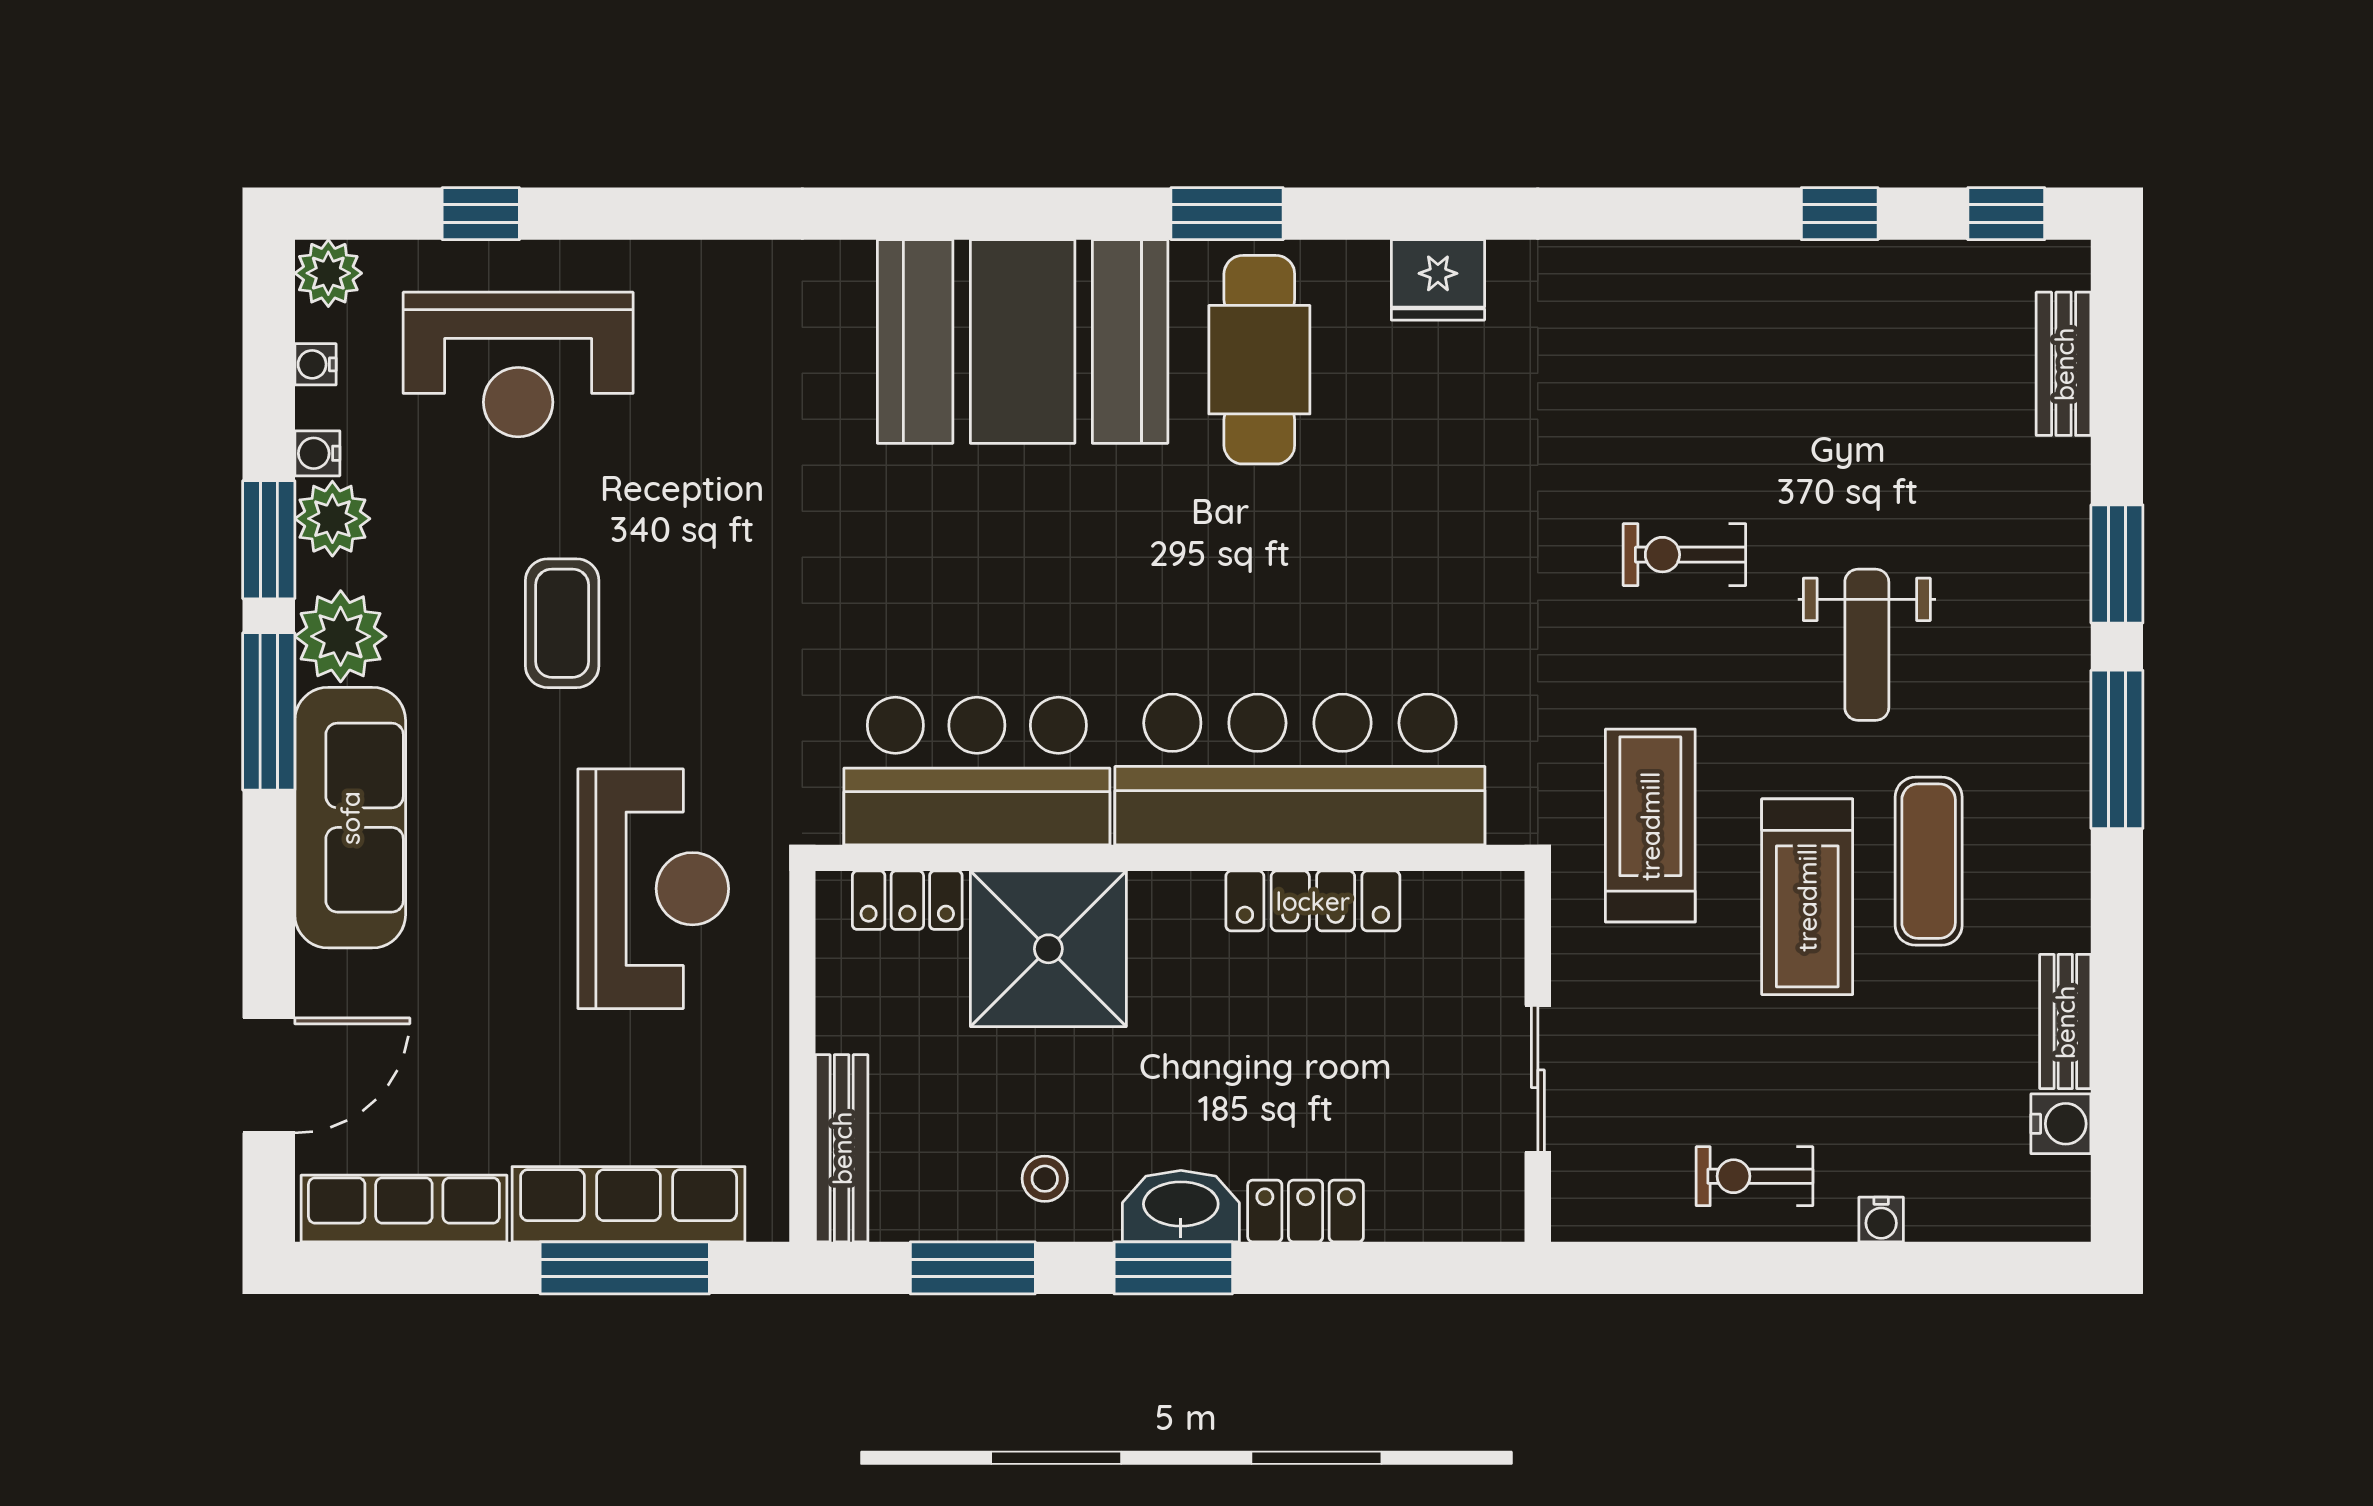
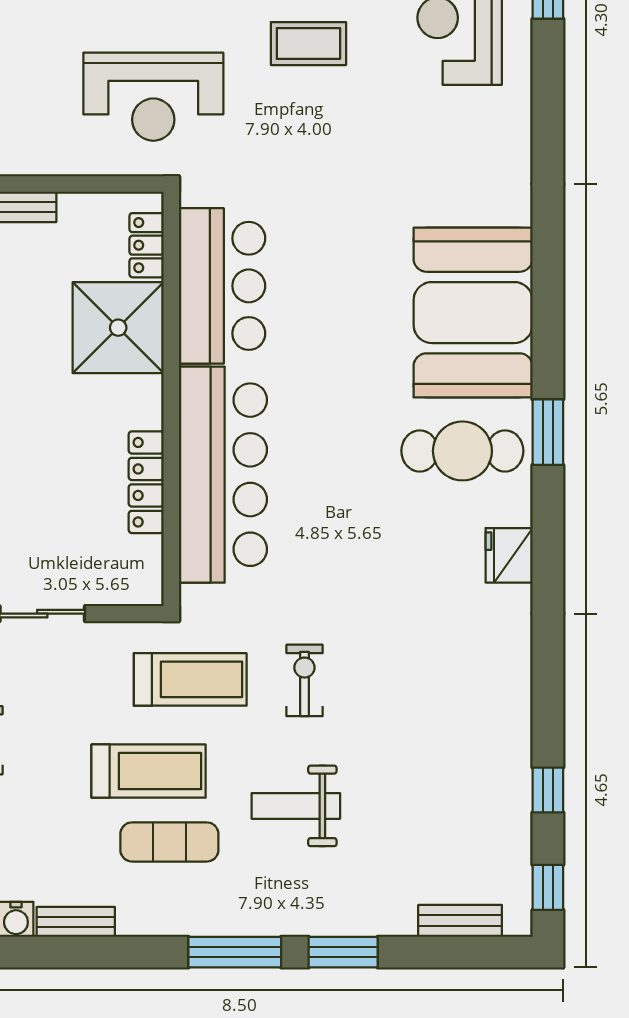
exercise bike: (1684, 555) -> (304, 680), moved
treadmill: (1807, 897) -> (149, 771), turned 180

